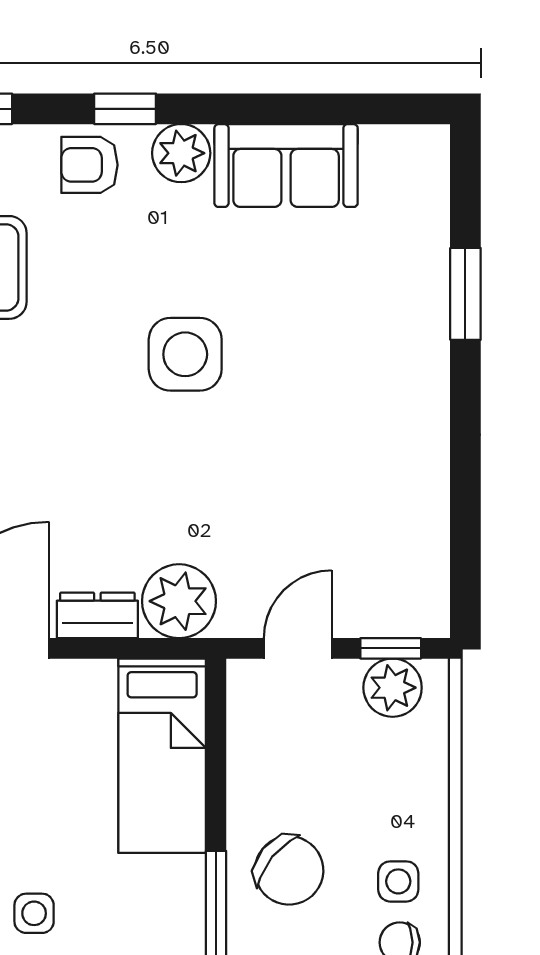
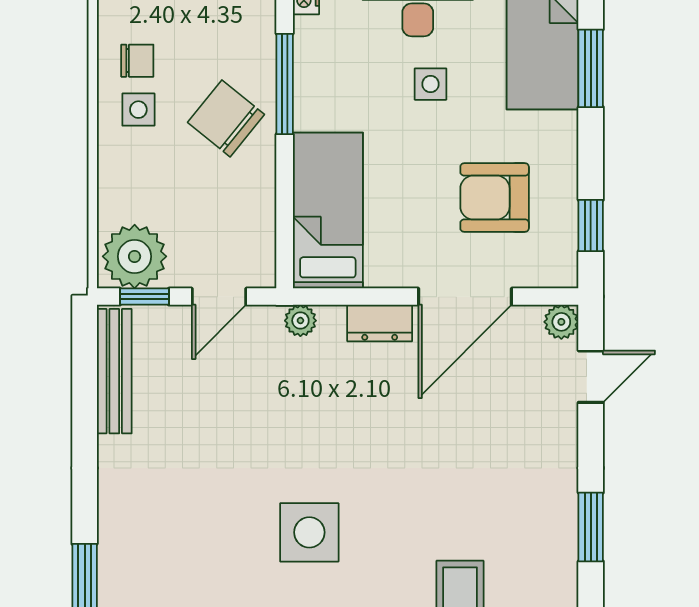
bench: (428, 555) -> (114, 371), added
plant: (179, 601) -> (300, 321), width x0.53, depth x0.53
plant: (393, 688) -> (135, 256), width x1.36, depth x1.36

